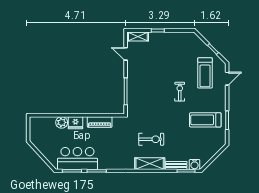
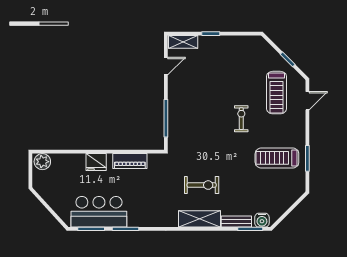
door: (126, 54) -> (166, 66), swing flipped
plant: (62, 122) -> (42, 162), moved

